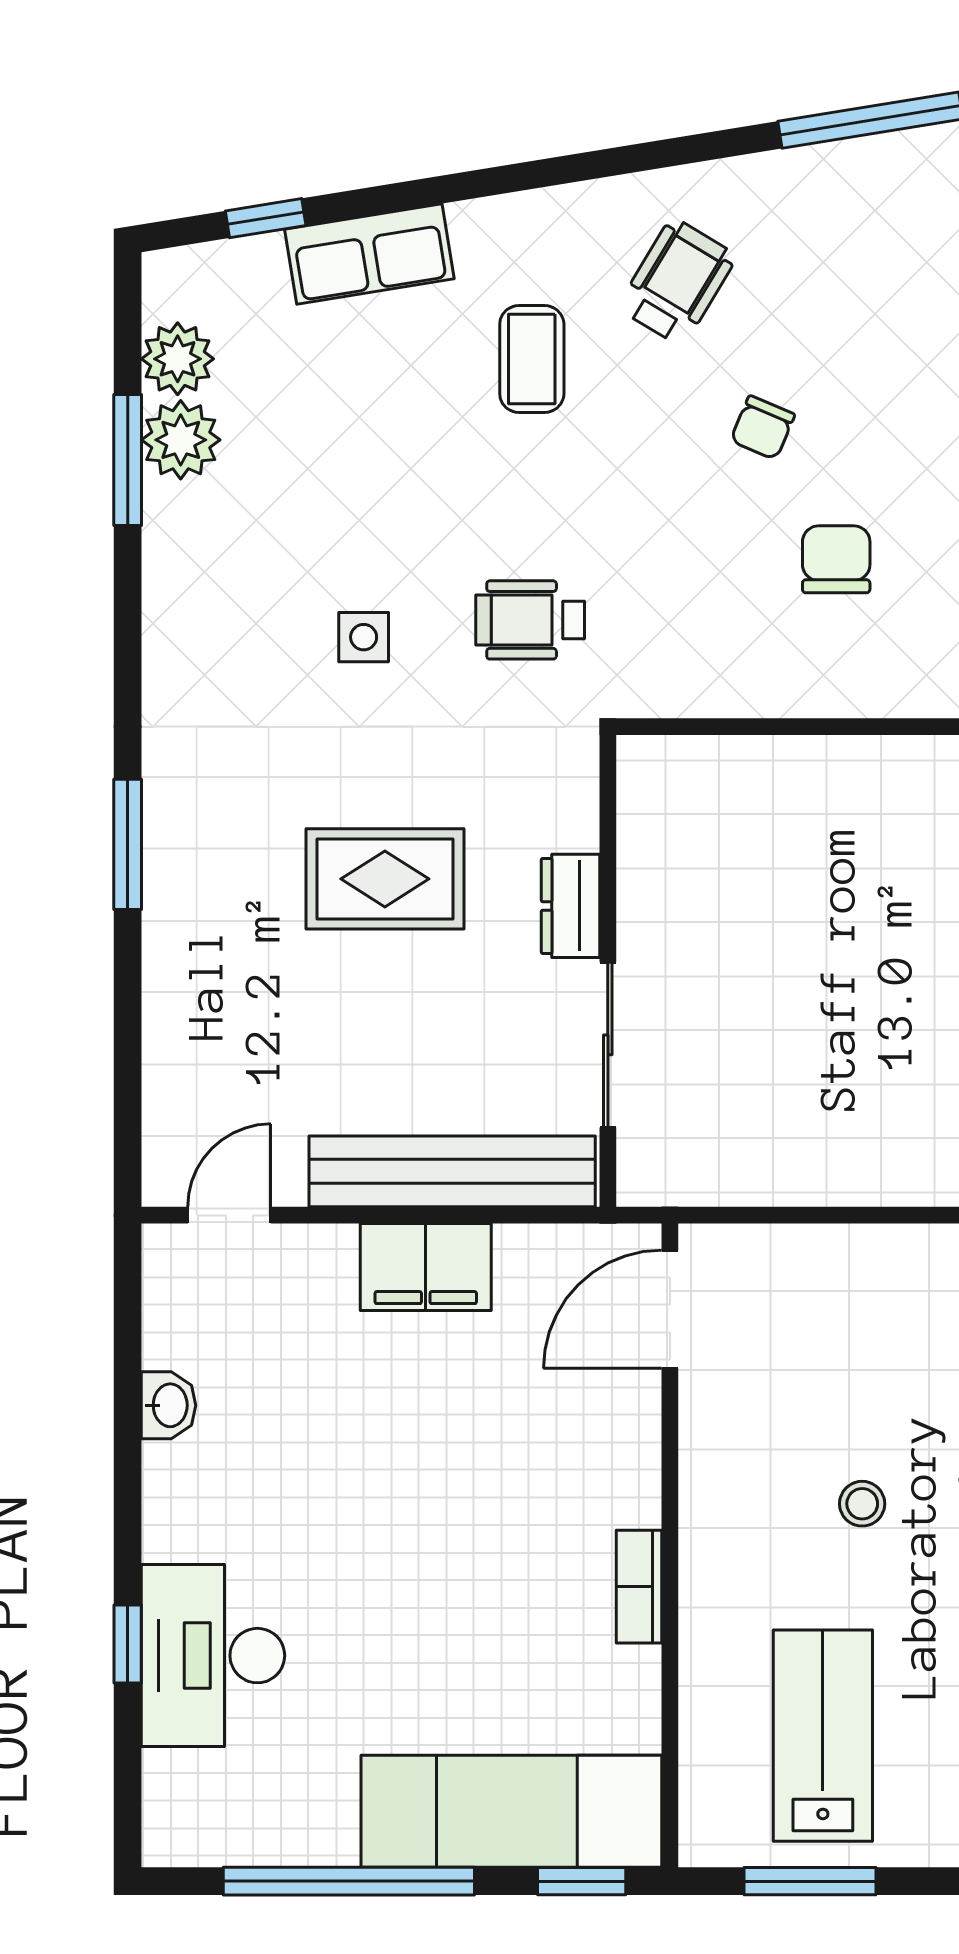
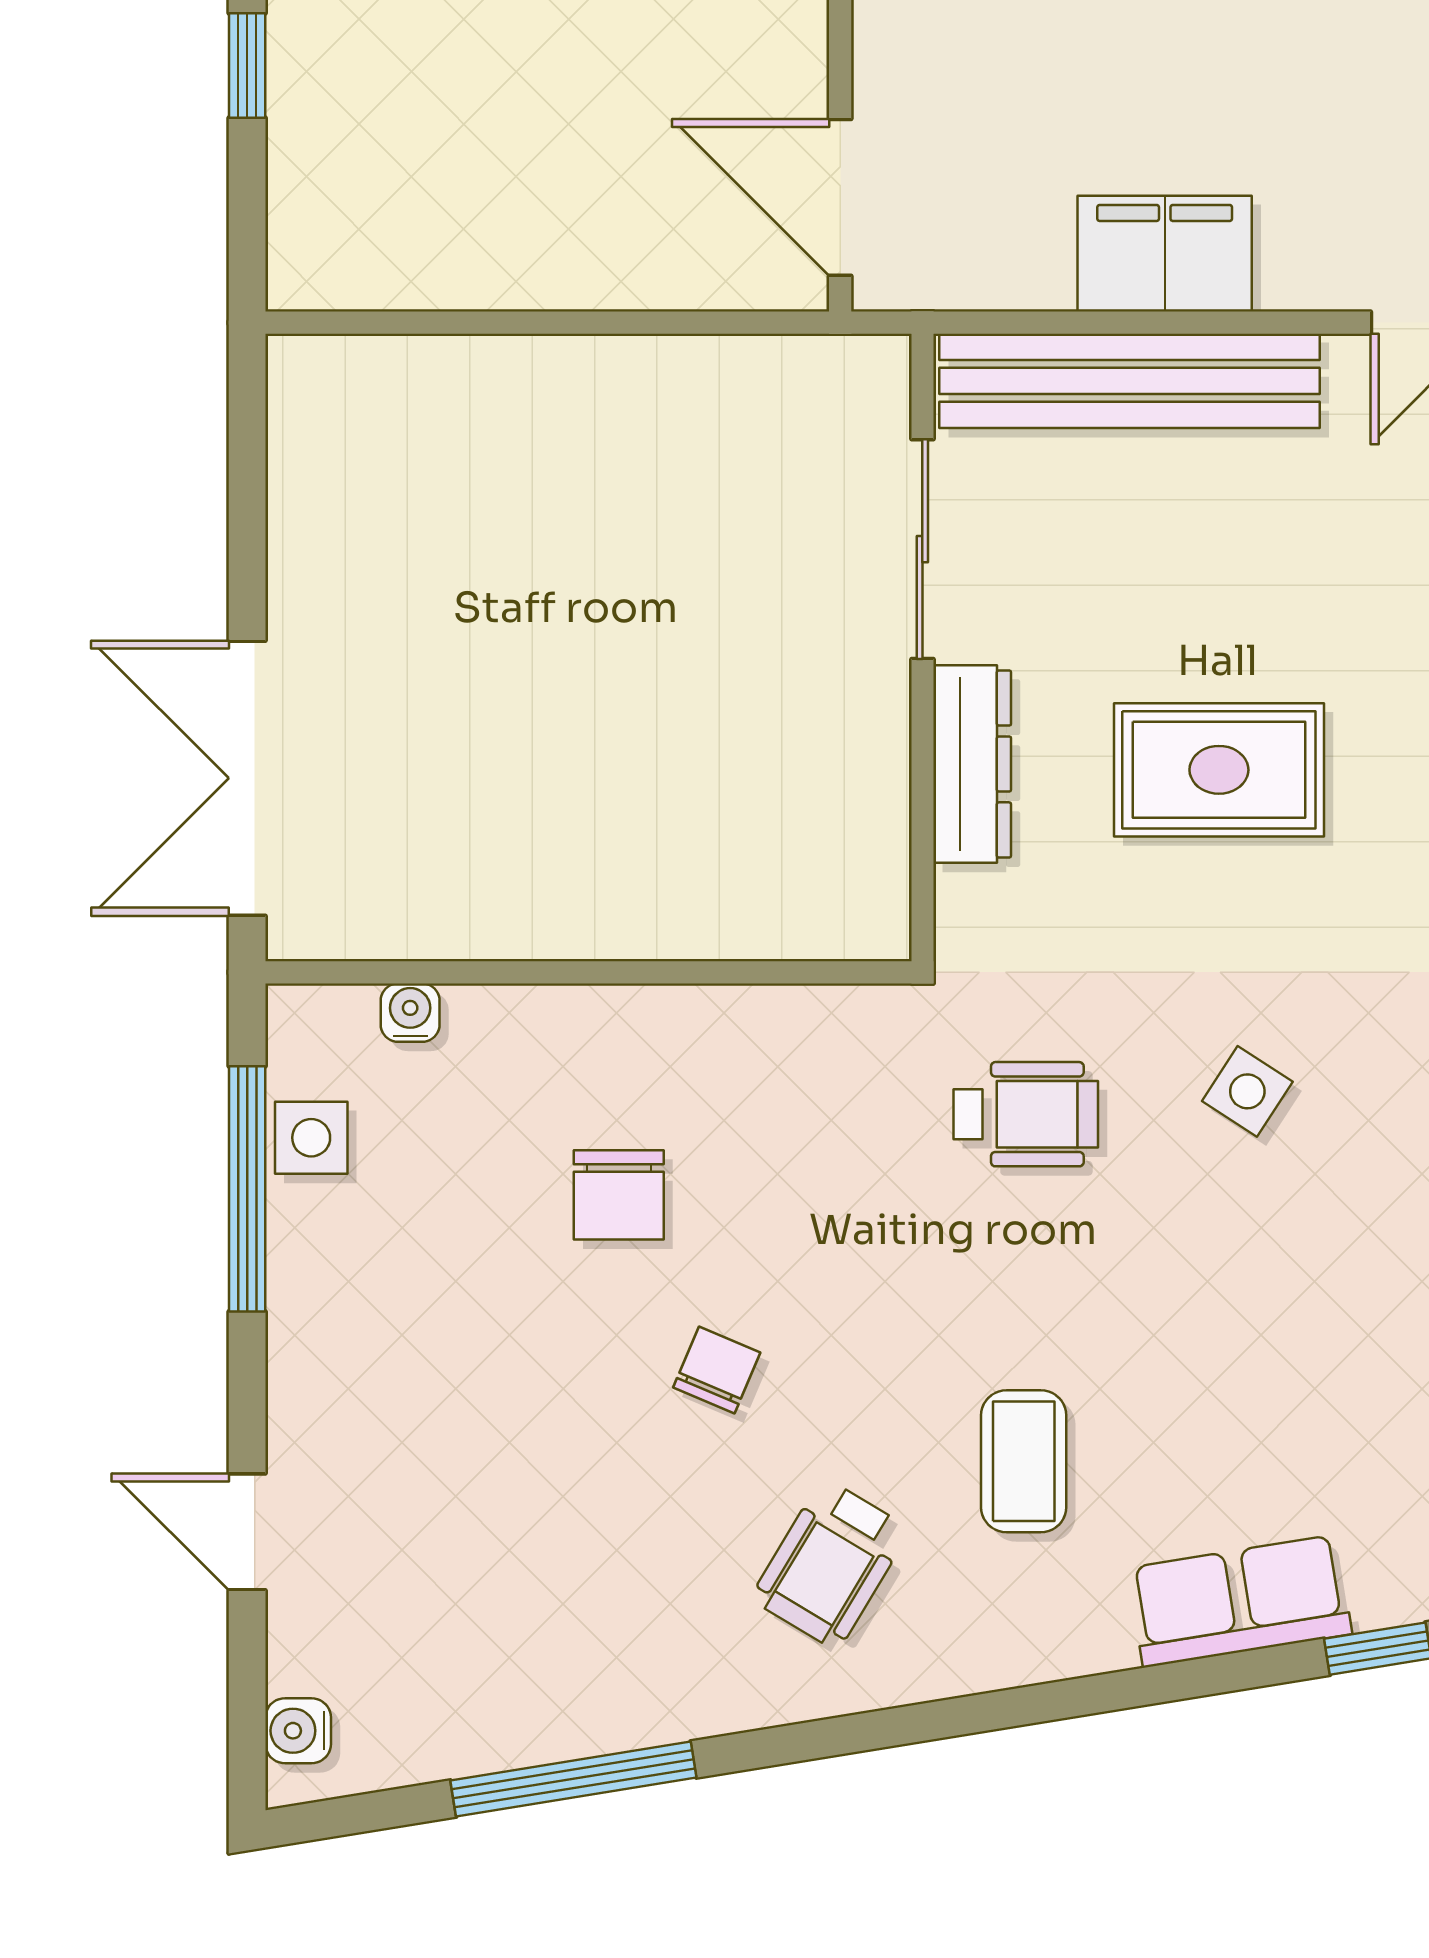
side table: (364, 637) -> (1247, 1091), turned 33
dresser: (570, 906) -> (972, 764), width x1.44
door: (670, 1309) -> (840, 197), swing flipped

